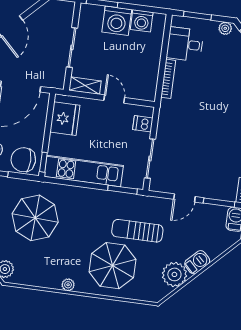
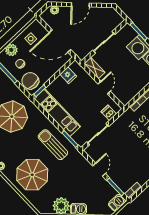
fridge: (65, 119) -> (68, 75), width x0.53, depth x0.75
door: (184, 198) -> (99, 170), swing flipped
sun lounger: (137, 231) -> (53, 145), moved

